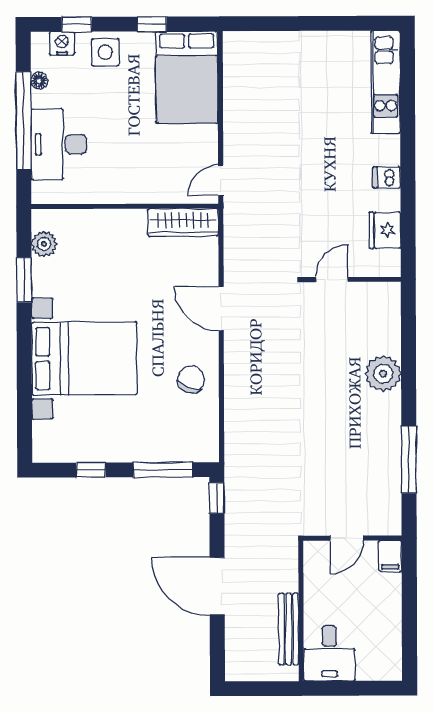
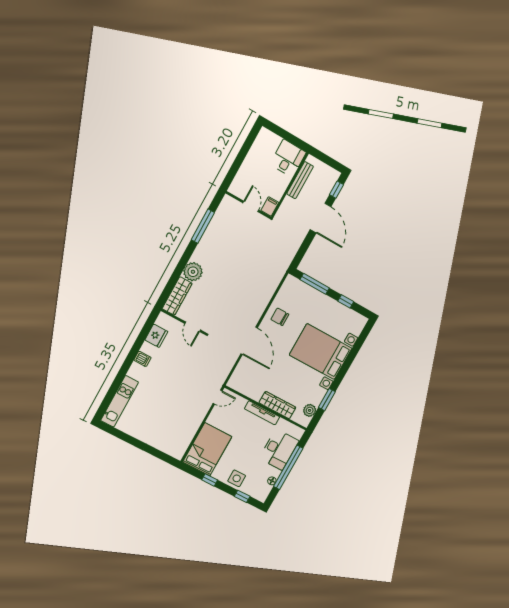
nightstand: (62, 43) -> (253, 492), removed
tv unit: (127, 194) -> (262, 413), added
wardrobe: (183, 222) -> (277, 405), moved
door: (332, 280) -> (193, 327), hinge flipped
door: (221, 308) -> (249, 341), width x1.36
wardrobe: (387, 318) -> (177, 296), added
chair: (191, 379) -> (280, 317), turned 70
window: (217, 498) -> (337, 190), moved
door: (347, 538) -> (251, 206), hinge flipped
filing cabinet: (390, 556) -> (270, 206), moved

